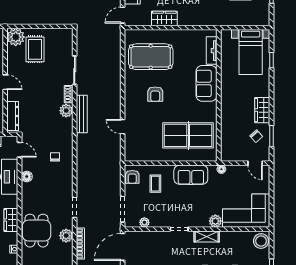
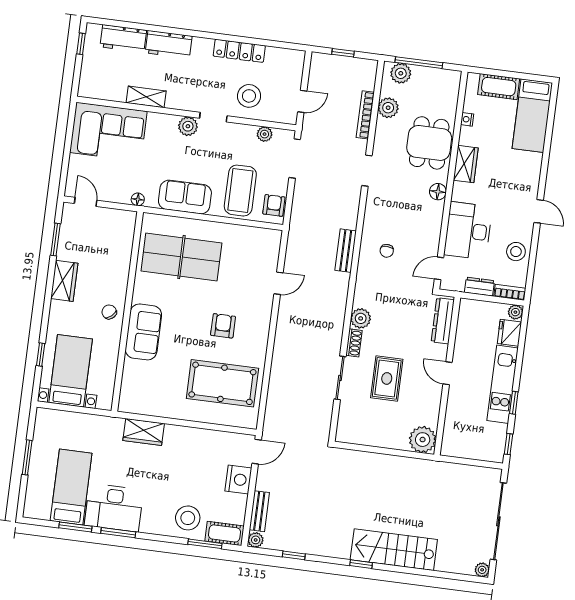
wardrobe: (164, 18) -> (144, 432), moved
rug: (35, 49) -> (387, 378), moved
tv unit: (212, 51) -> (129, 381), removed
bench: (82, 114) -> (346, 251), moved, width x0.73
door: (123, 127) -> (279, 283), hinge flipped
chair: (256, 136) -> (109, 312), moved
door: (19, 150) -> (439, 268), hinge flipped
floor lamp: (27, 177) -> (438, 192), moved
coffee table: (155, 184) -> (240, 191), width x1.86, depth x1.72
plant: (215, 221) -> (188, 126), moved
plant: (66, 236) -> (388, 108), moved
shelving: (207, 237) -> (146, 97), moved
stool: (261, 241) -> (249, 96), moved
door: (123, 247) -> (302, 101), width x0.53

